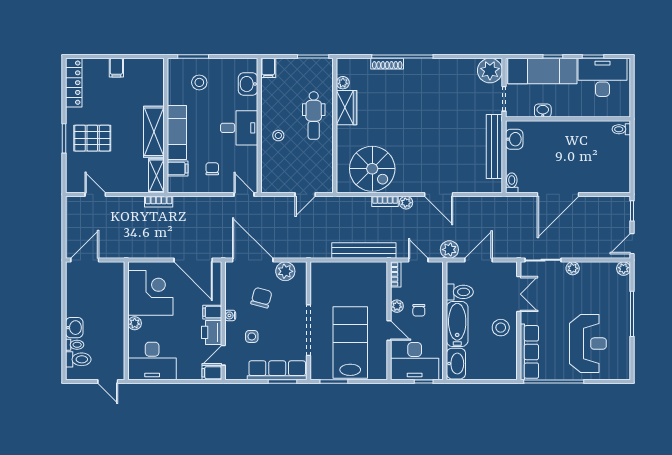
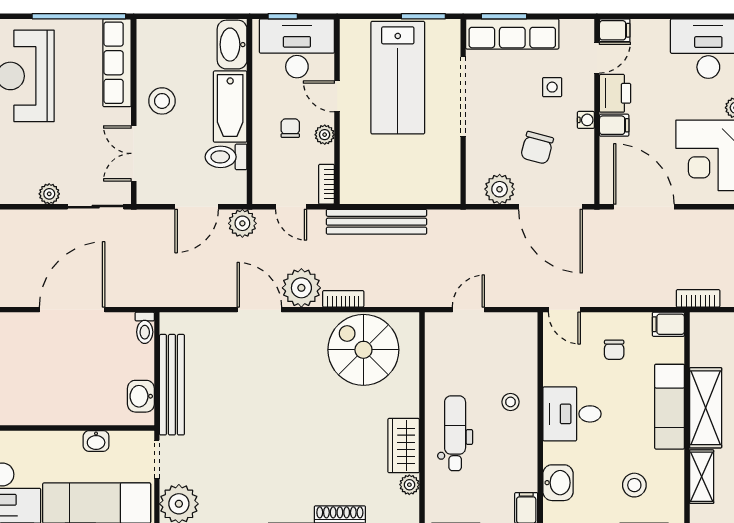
filing cabinet: (178, 169) -> (668, 324), moved
shelving: (156, 176) -> (702, 477), moved
plant: (406, 203) -> (301, 288), width x1.87, depth x1.87

